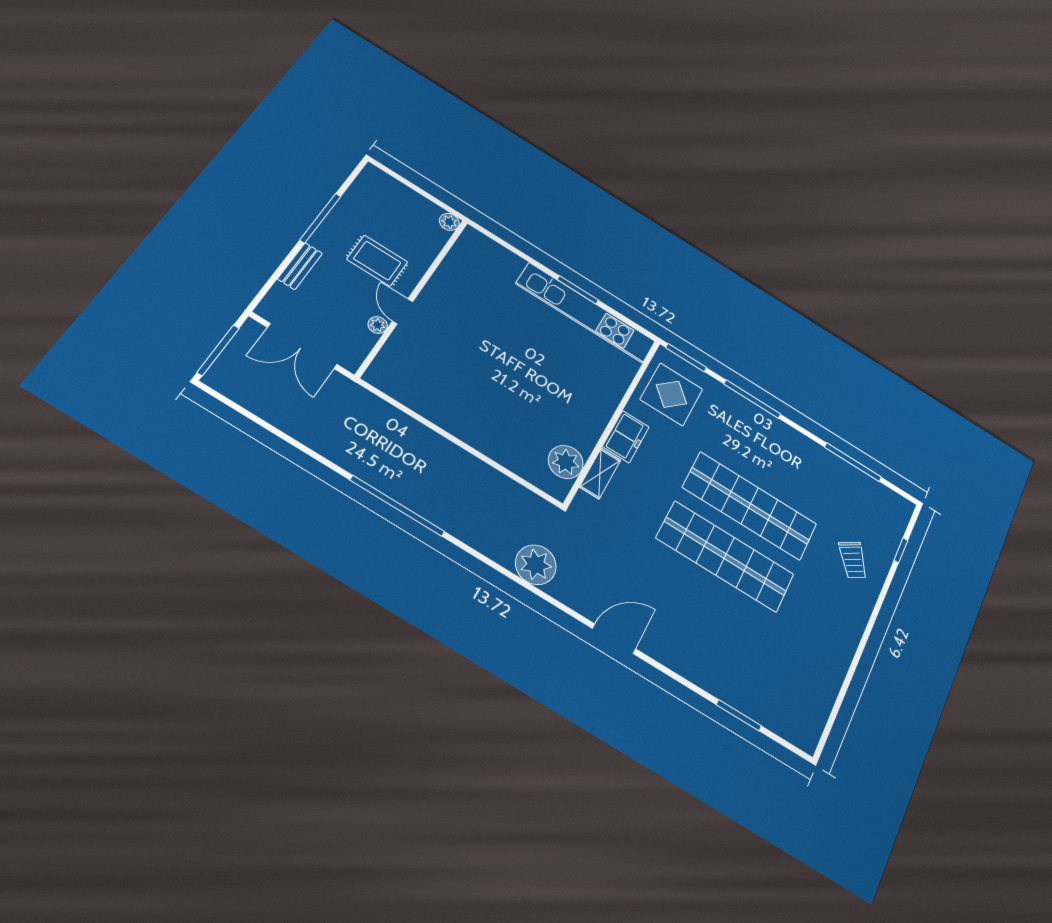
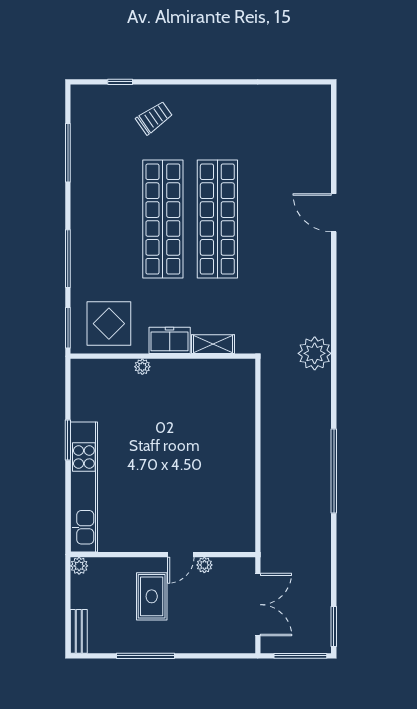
bench: (300, 266) -> (79, 631), moved, turned 90
kitchen unit: (586, 313) -> (84, 487), moved
plant: (566, 462) -> (142, 367), moved, width x0.53, depth x0.53
door: (614, 639) -> (334, 213), moved
window: (739, 715) -> (334, 627), moved

